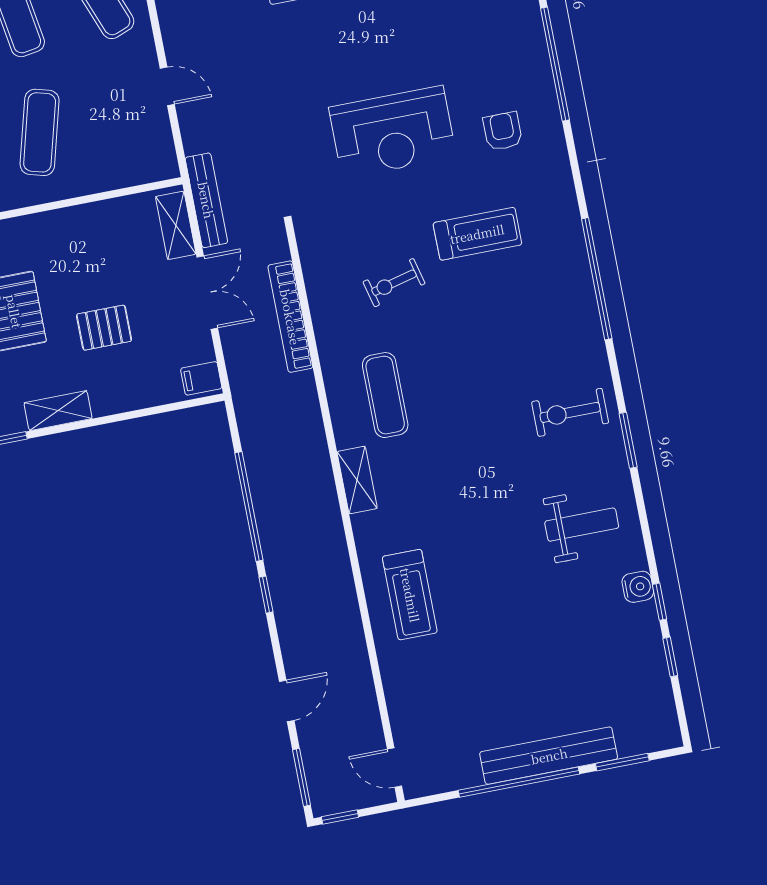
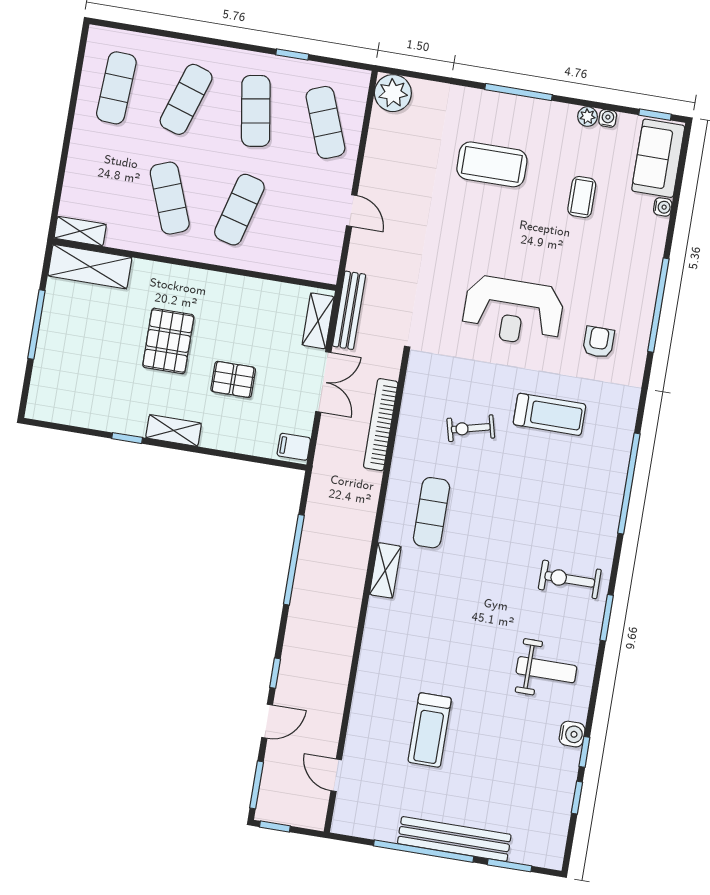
window: (266, 595) -> (275, 673), moved
treadmill: (410, 595) -> (430, 730), moved
door: (395, 768) -> (336, 775), moved

